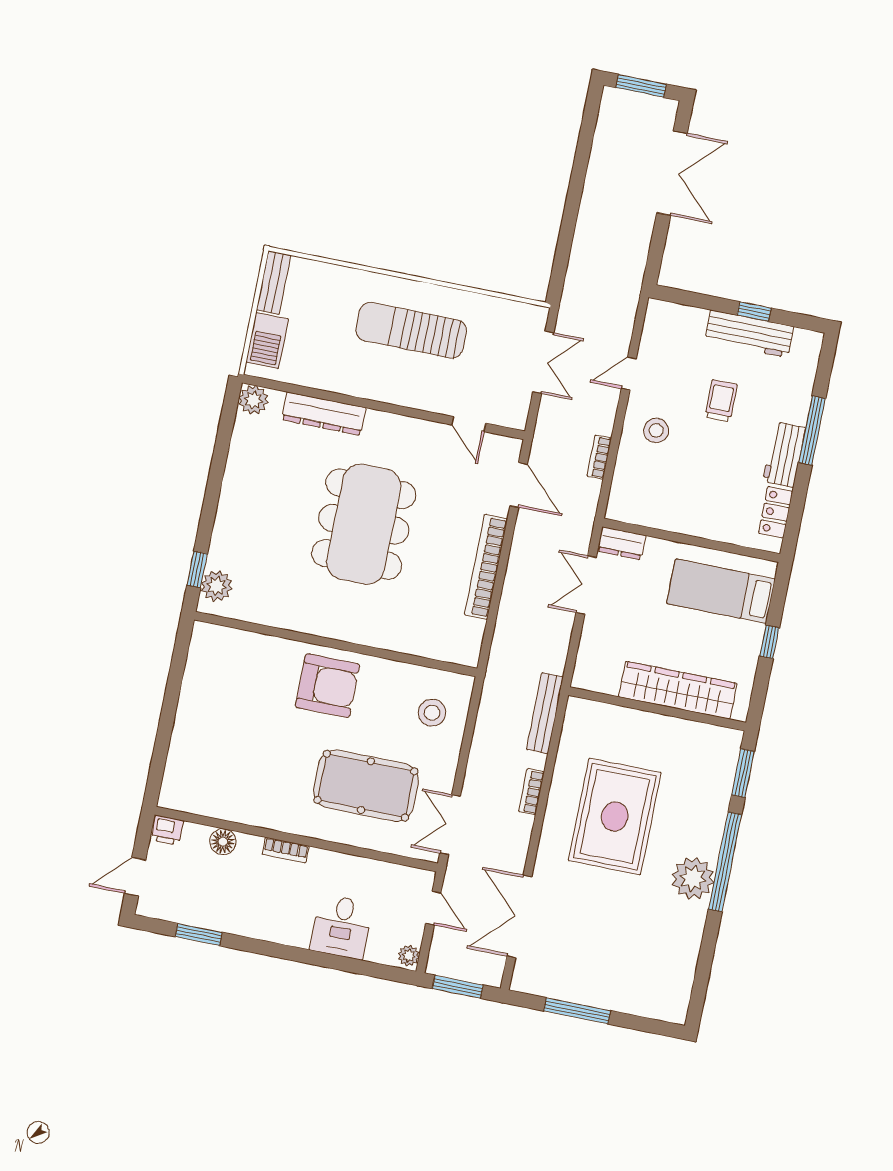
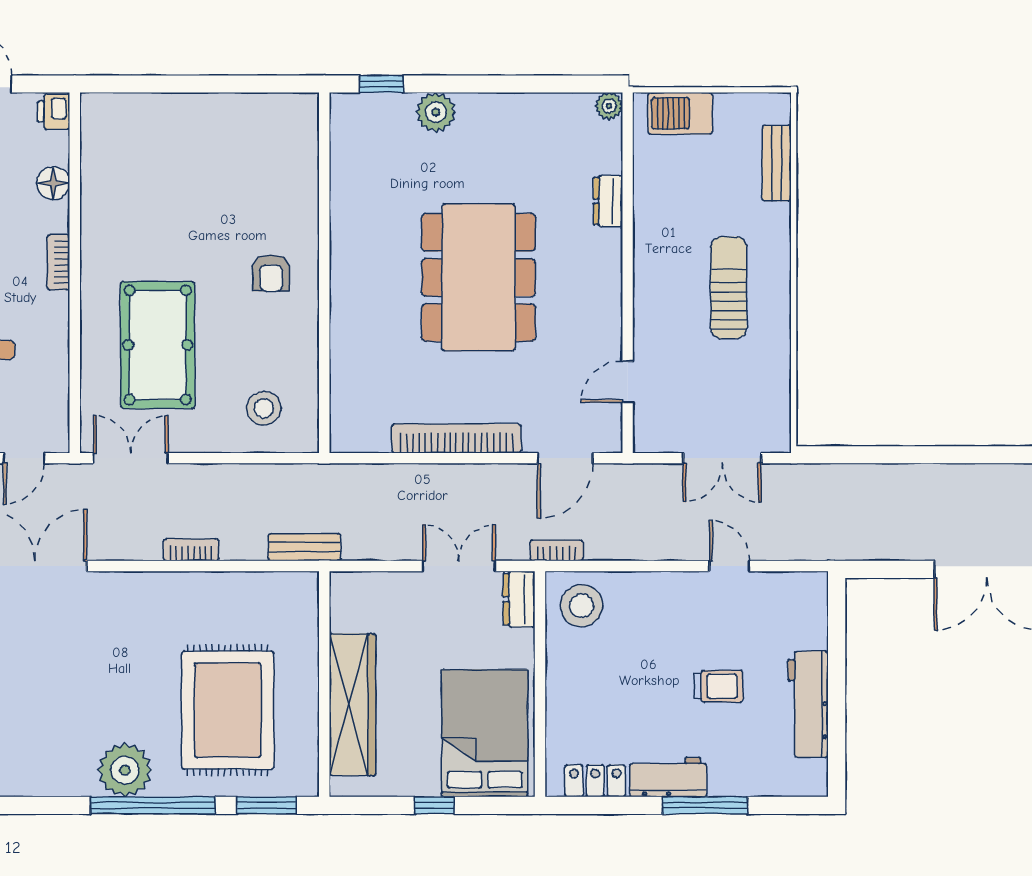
bench: (274, 283) -> (777, 163), moved, turned 90
window: (754, 312) -> (837, 705), removed
sun lounger: (411, 330) -> (729, 288), width x0.73, depth x0.75
plant: (253, 400) -> (609, 106), width x0.73, depth x0.73
dresser: (324, 414) -> (608, 201), width x0.51, depth x0.80
stool: (656, 430) -> (582, 606), moved, width x1.38, depth x1.38
bookcase: (599, 457) -> (557, 550), moved
dining table: (364, 524) -> (479, 277), turned 90
plant: (217, 586) -> (436, 112), moved
bed: (721, 591) -> (485, 733), width x1.50
armchair: (327, 686) -> (271, 273), width x0.53, depth x0.53
bench: (545, 713) -> (304, 547), width x0.73
rug: (615, 816) -> (228, 710), moved, turned 90

